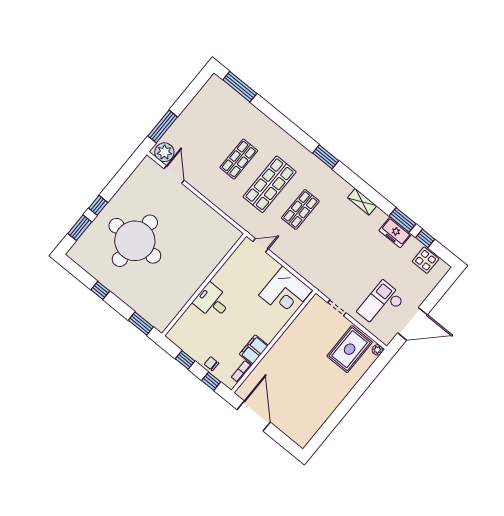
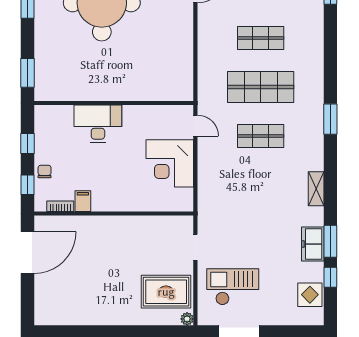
corner desk: (286, 293) -> (170, 163), moved
desk: (212, 301) -> (98, 124), width x1.37
filing cabinet: (254, 350) -> (83, 201), width x0.50

